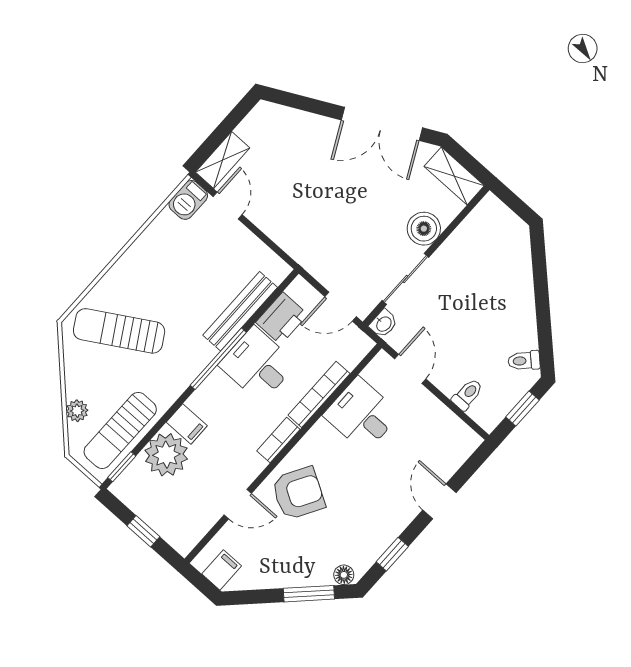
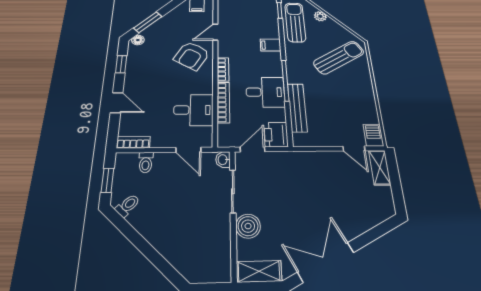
printer: (282, 318) -> (276, 135), moved
bookcase: (461, 431) -> (133, 142), added
plant: (166, 455) -> (266, 28), removed

